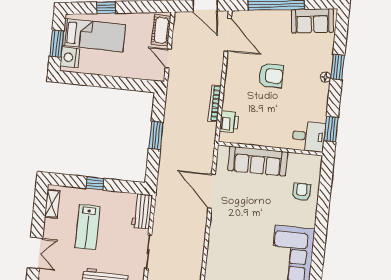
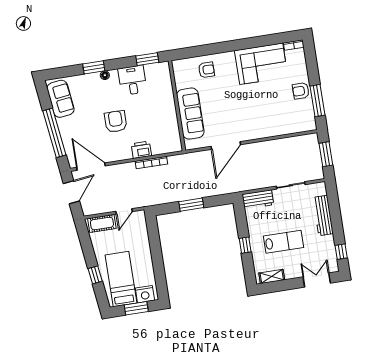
door: (228, 35) -> (91, 167), hinge flipped
printer: (229, 122) -> (141, 150), moved
desk: (309, 136) -> (132, 80), moved
armchair: (302, 192) -> (206, 70), turned 180

